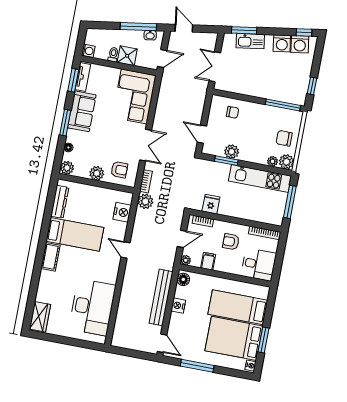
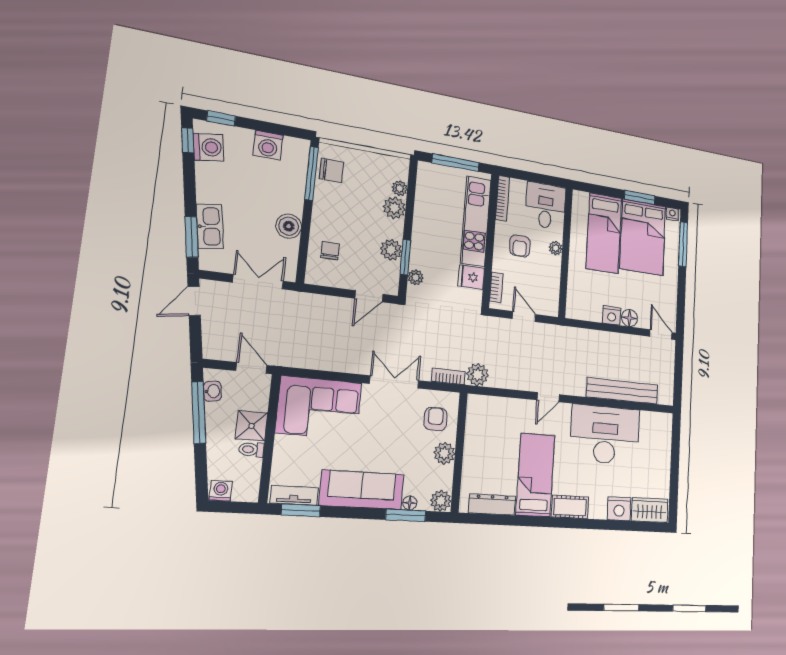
door: (184, 28) -> (194, 301), moved
washing machine: (282, 43) -> (268, 145), moved, turned 99
washing machine: (88, 51) -> (221, 491), moved
double door: (215, 67) -> (258, 282), swing flipped
window: (312, 86) -> (221, 118), moved
boiler: (249, 88) -> (289, 226), added
sofa: (82, 111) -> (362, 490), width x1.36
window: (65, 123) -> (406, 515), moved
chair: (284, 138) -> (331, 170), moved, turned -90
plant: (286, 162) -> (394, 208), moved
plant: (213, 166) -> (416, 277), added
kitchen unit: (260, 178) -> (476, 221), moved, turned 180
nightstand: (122, 212) -> (619, 509), moved, turned 180
plant: (186, 260) -> (556, 248), moved
filing cabinet: (208, 261) -> (550, 277), removed
floor lamp: (183, 279) -> (630, 318), moved
bench: (161, 297) -> (622, 391), moved
desk: (92, 307) -> (605, 435), moved
door: (162, 343) -> (661, 334), hinge flipped
window: (197, 366) -> (683, 244), moved

